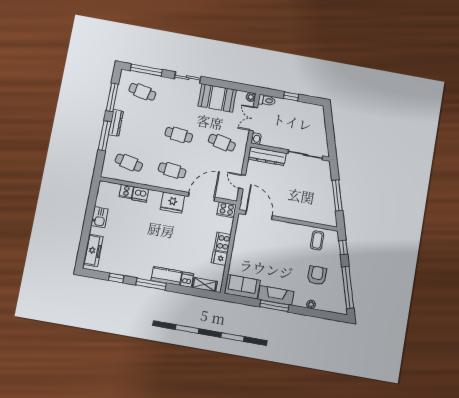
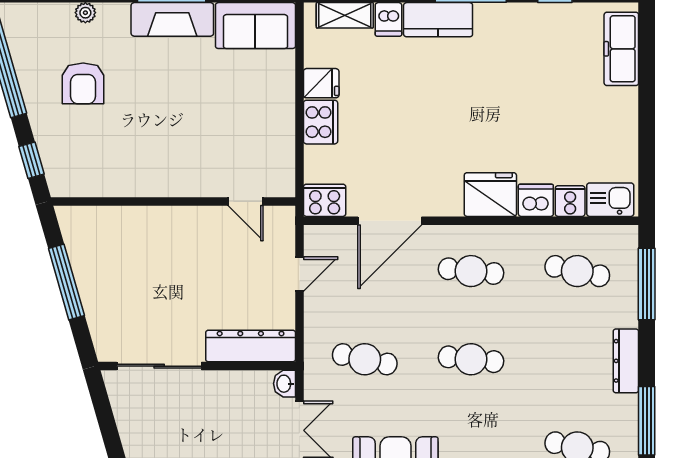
window: (105, 136) -> (647, 284), moved
door: (242, 182) -> (299, 274), hinge flipped
fridge: (173, 203) -> (490, 195), moved
door: (259, 215) -> (246, 201), width x0.53
kitchen sink: (99, 217) -> (610, 200), moved, turned 90
coffee table: (317, 240) -> (97, 166), removed

